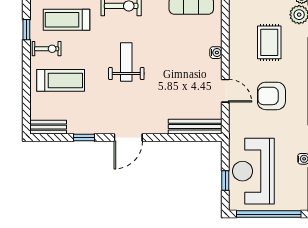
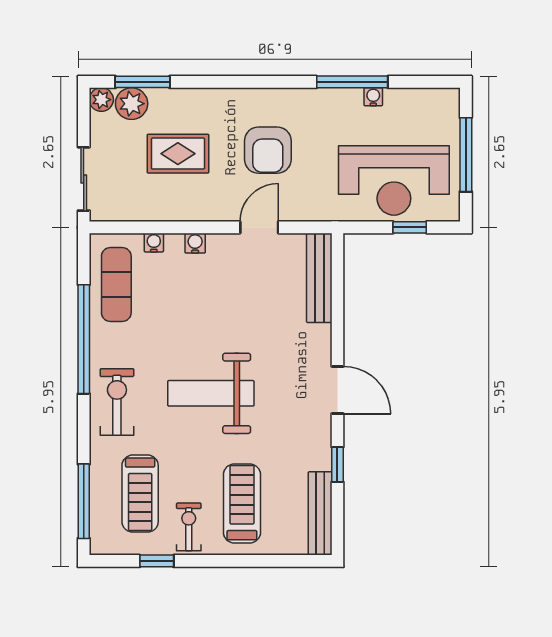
water cooler: (216, 28) -> (154, 243), added
weight bench: (126, 62) -> (211, 393), width x1.36, depth x1.33
bench: (48, 127) -> (320, 513), width x1.36
window: (269, 214) -> (466, 155), width x0.68

